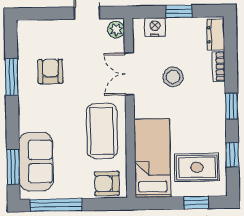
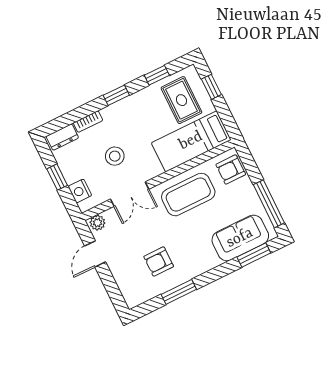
armchair: (107, 184) -> (231, 170), turned 90

